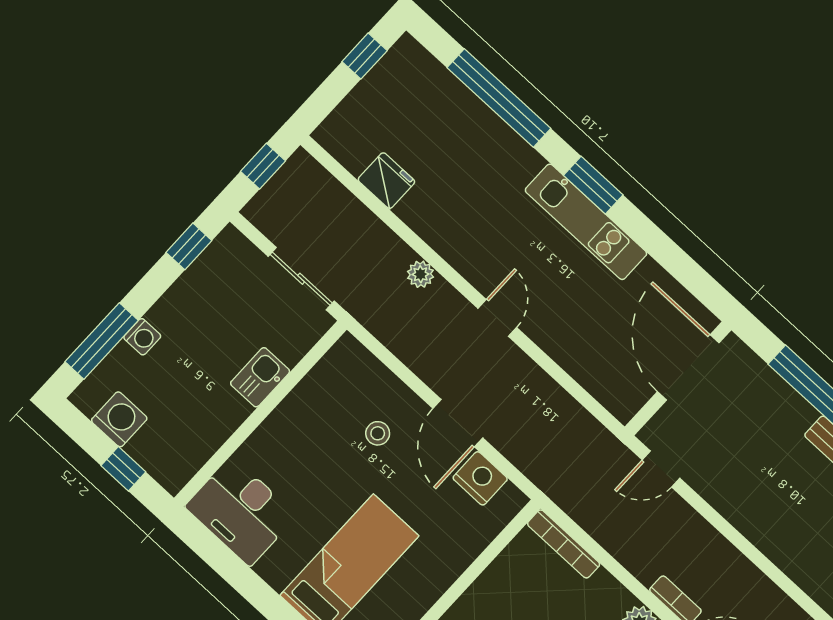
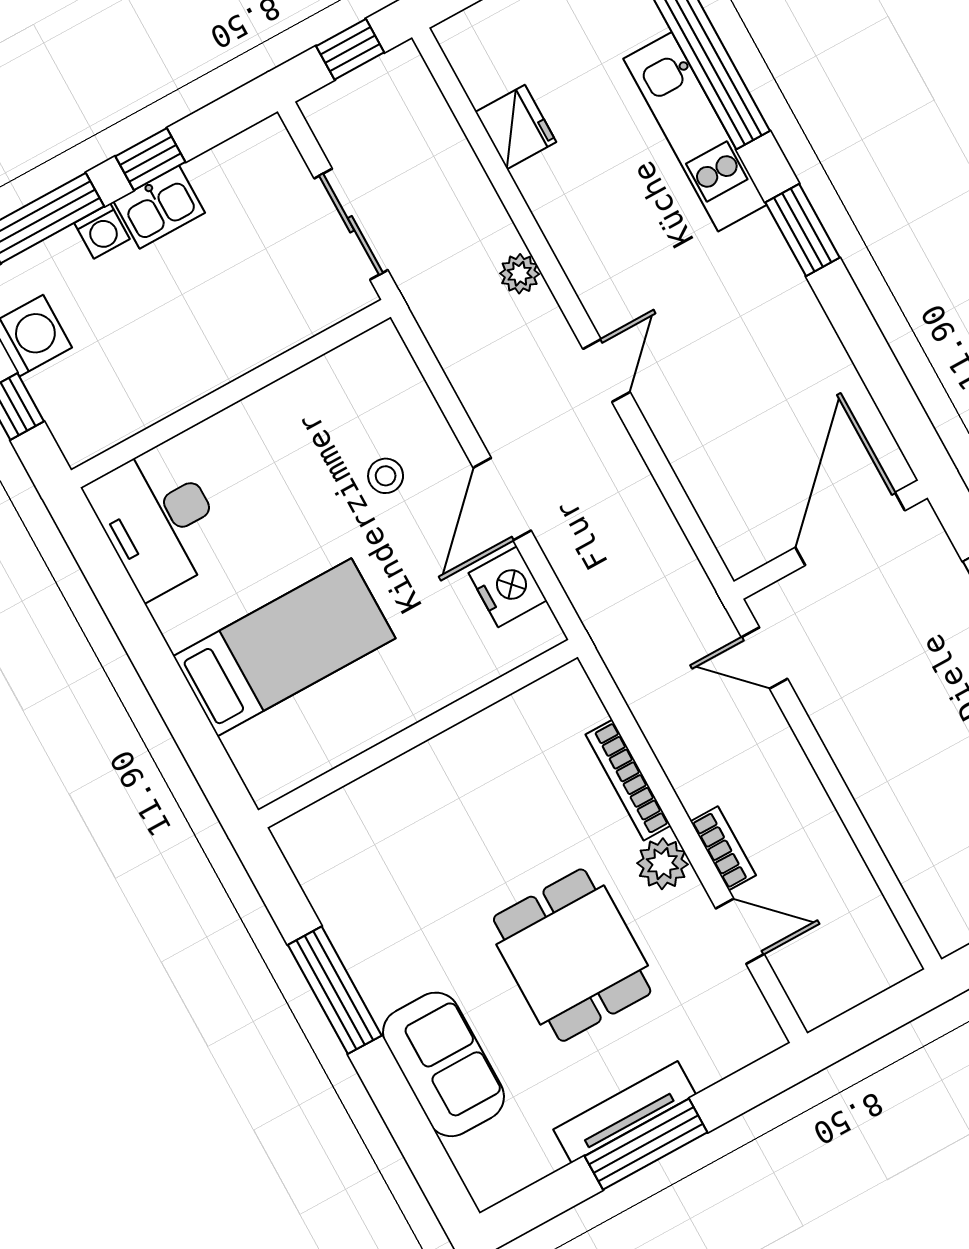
kitchen unit: (586, 222) -> (695, 132), moved
window: (189, 246) -> (150, 159), moved
kitchen sink: (260, 377) -> (159, 207), moved, turned 180
bookcase: (564, 544) -> (628, 780), moved

